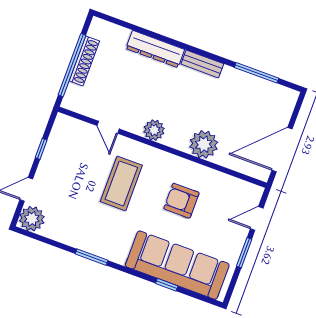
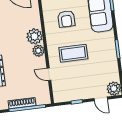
door: (108, 127) -> (49, 74), swing flipped
plant: (204, 144) -> (35, 36), moved

